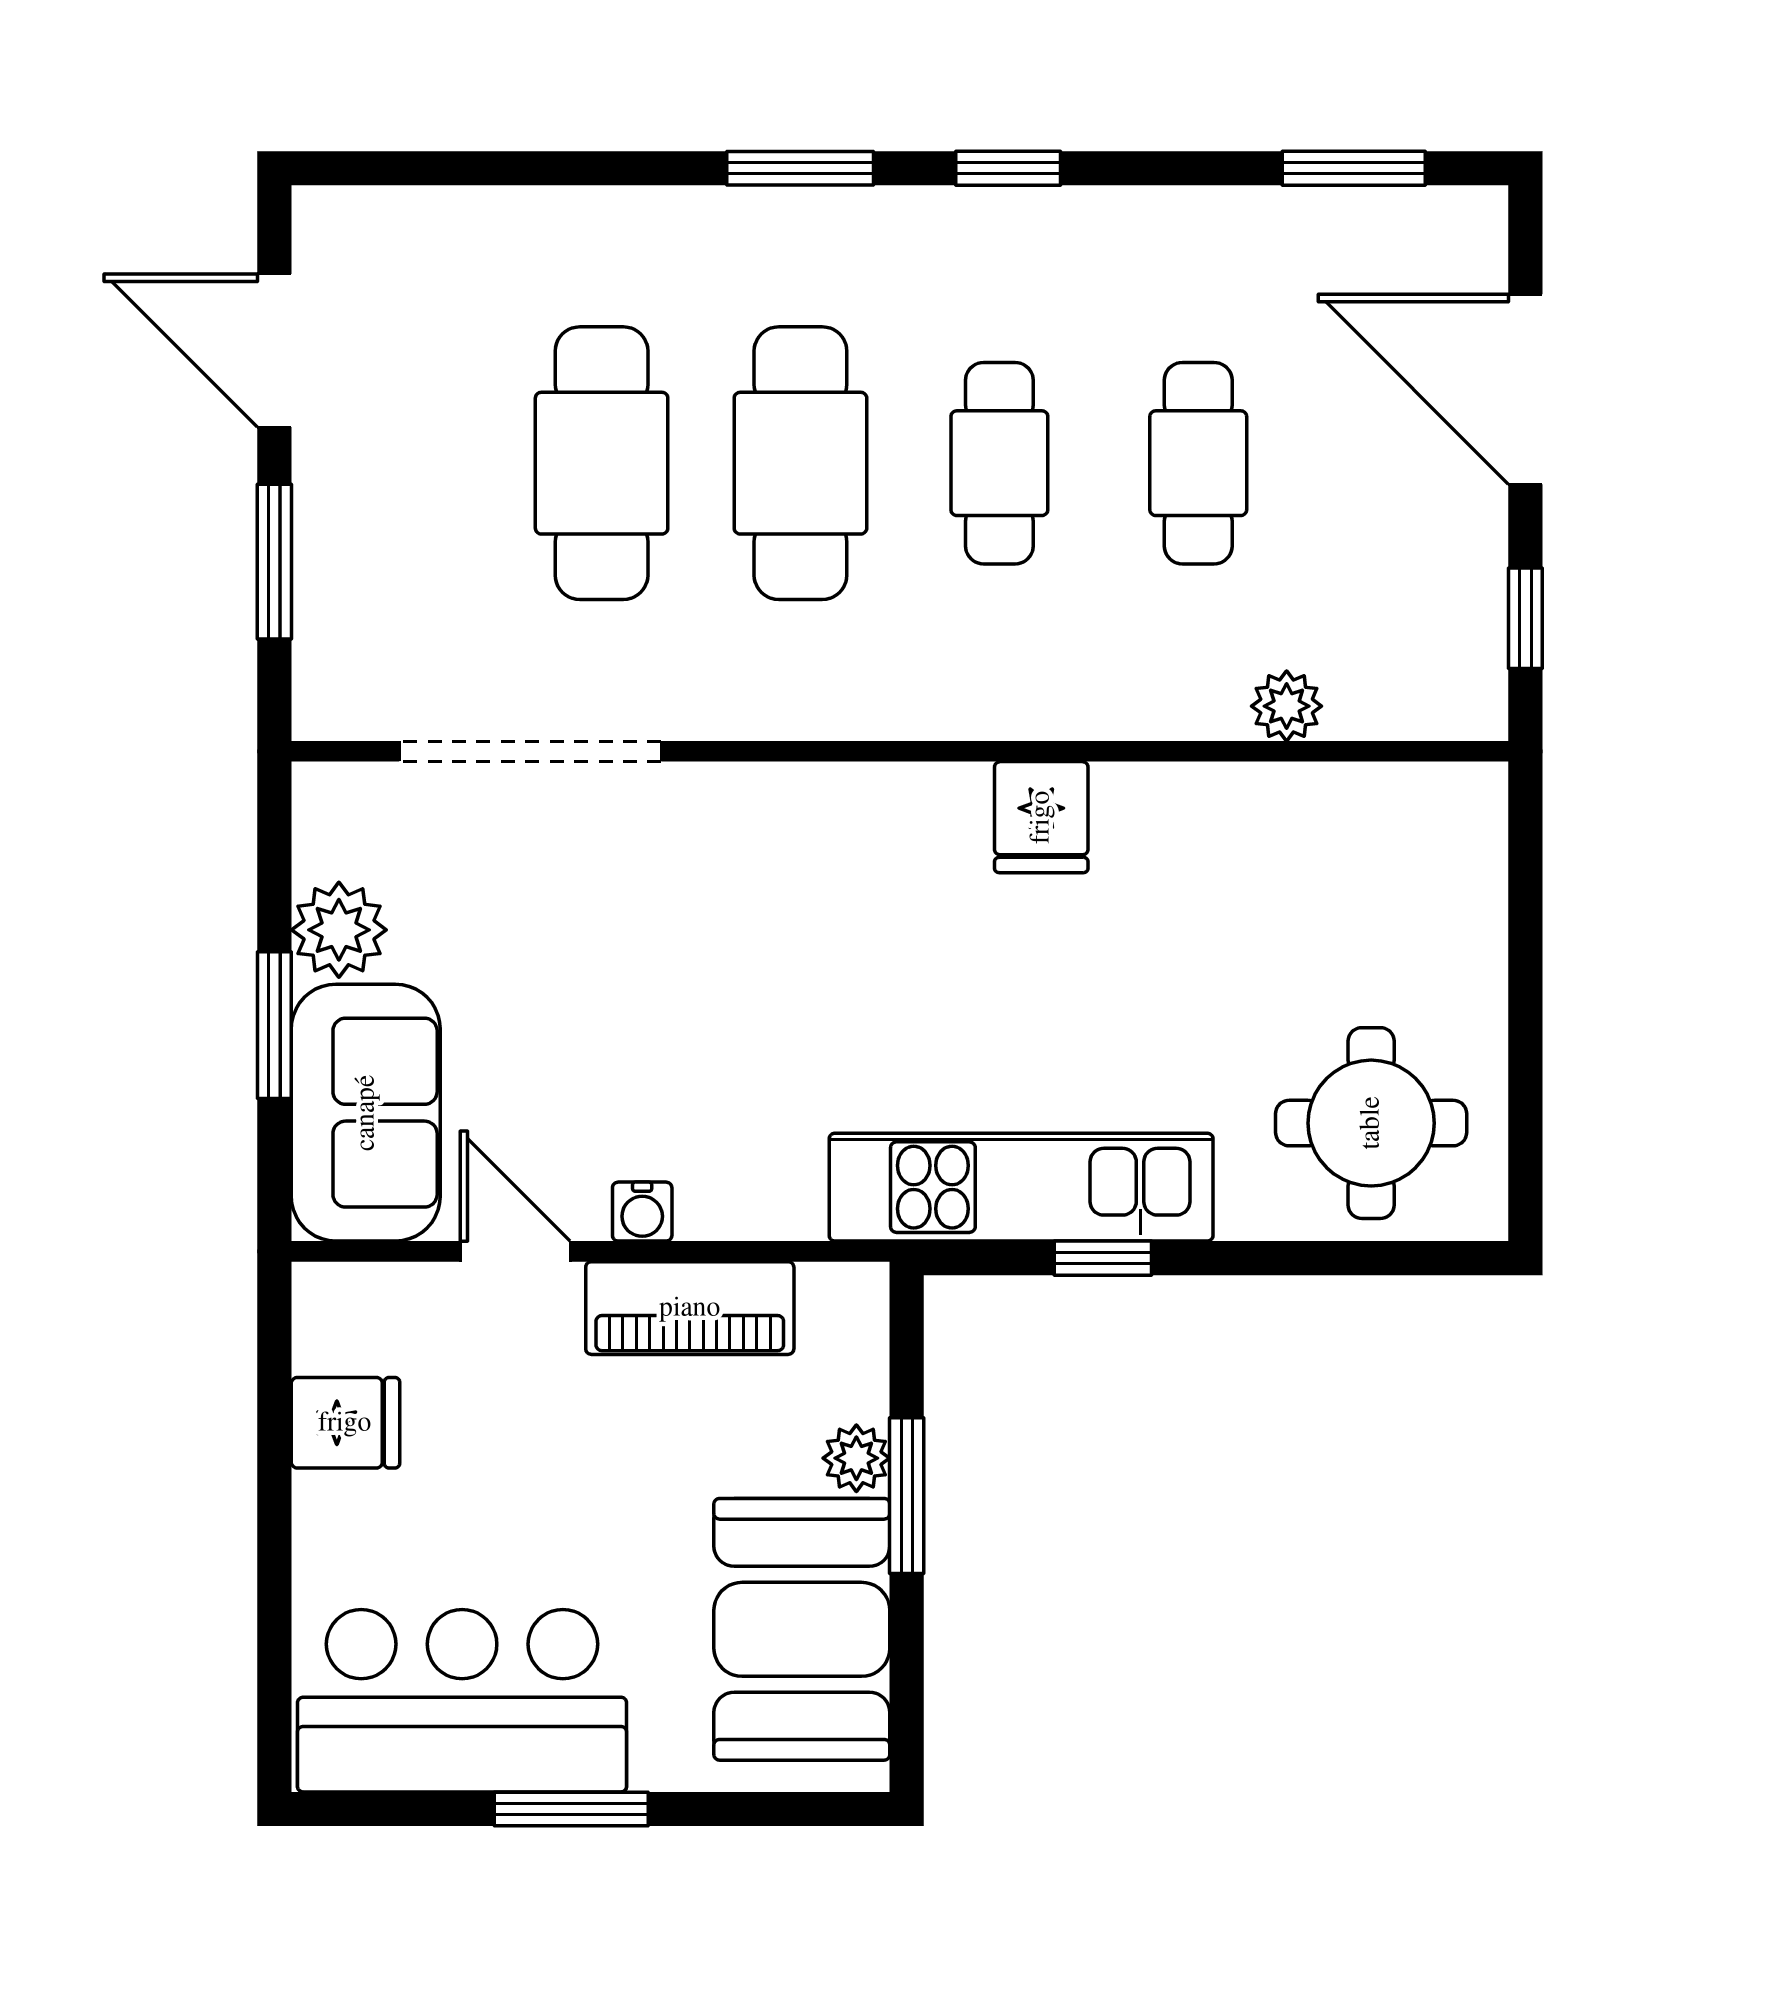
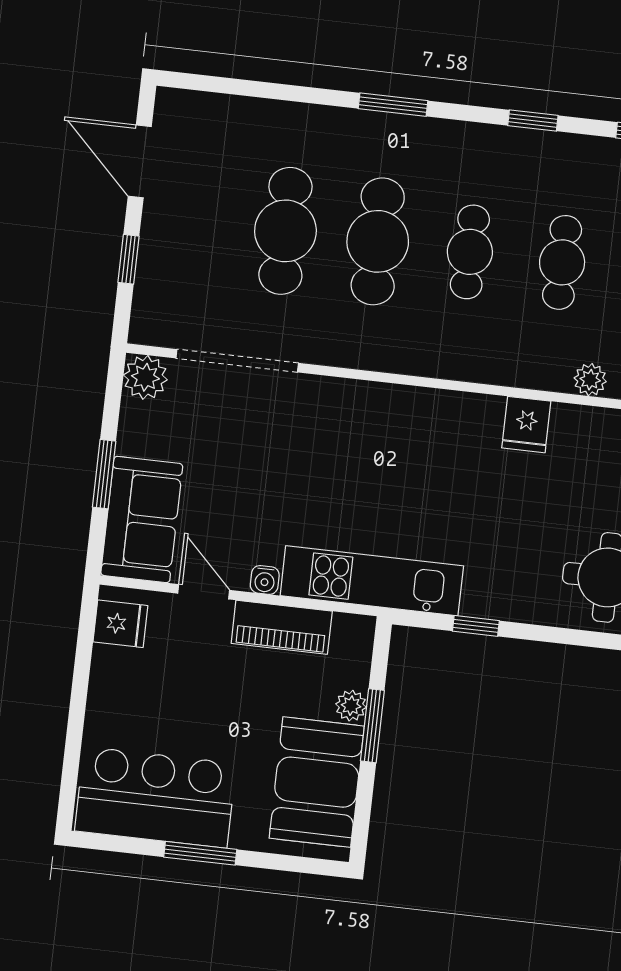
window: (1008, 168) -> (533, 121), moved
window: (274, 562) -> (129, 259), width x0.67
fridge: (1041, 817) -> (526, 425), moved
plant: (339, 930) -> (145, 377), moved
kitchen unit: (1021, 1187) -> (372, 581), moved
fridge: (345, 1423) -> (120, 624), moved

